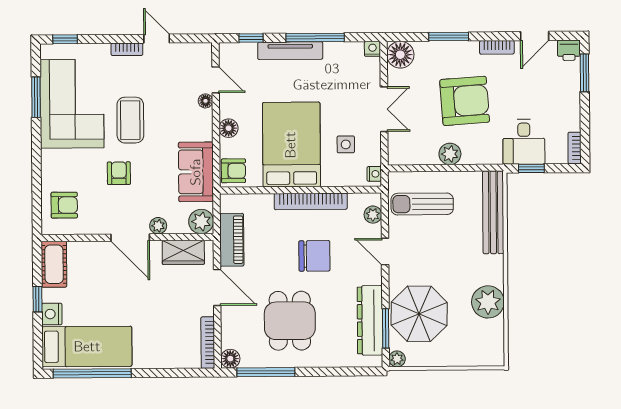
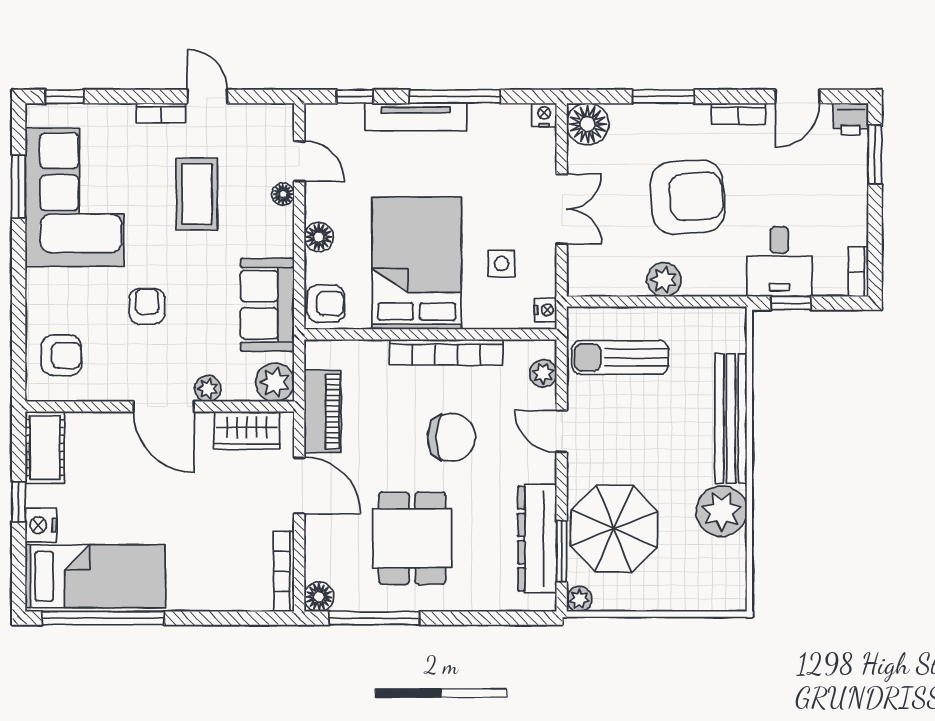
coffee table: (130, 120) -> (197, 194), moved
bench: (493, 212) -> (731, 418), moved

